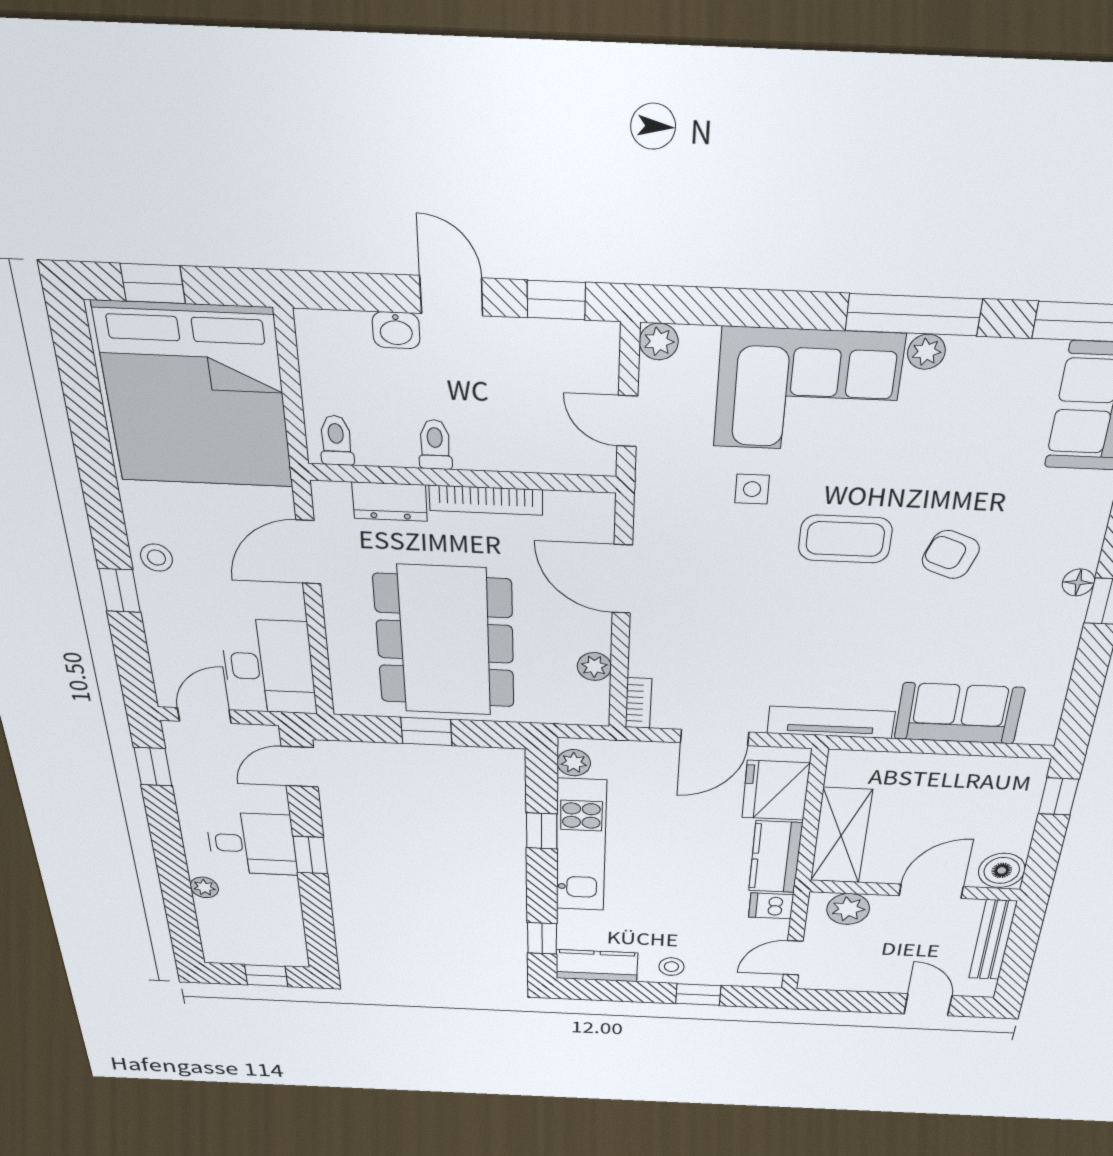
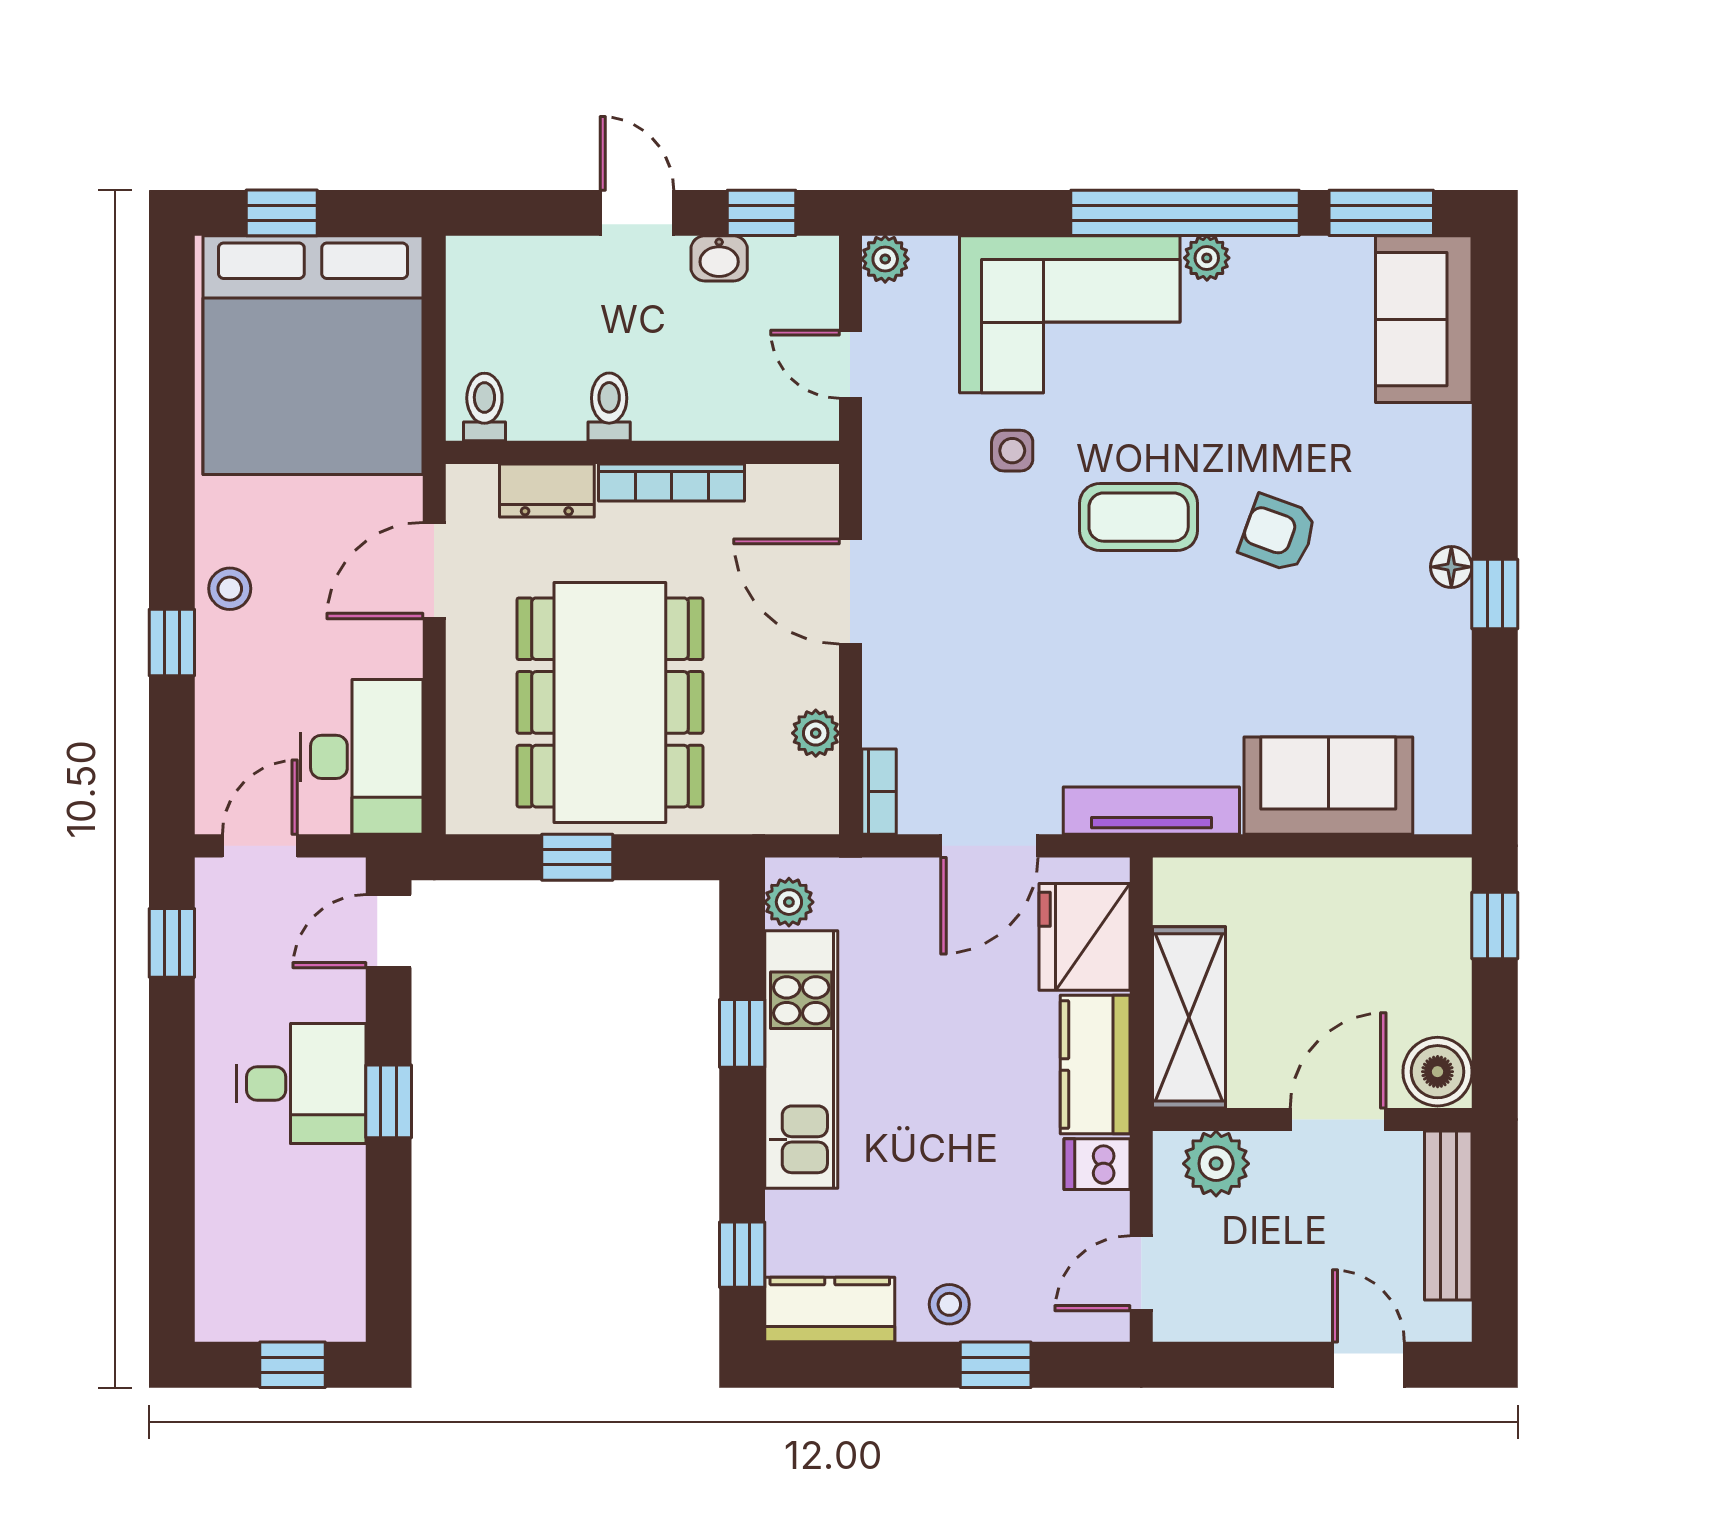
window: (913, 315) -> (1185, 213), width x1.46
washbasin: (396, 330) -> (719, 258), moved
plant: (204, 887) -> (216, 1177), removed

